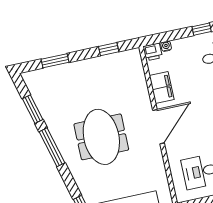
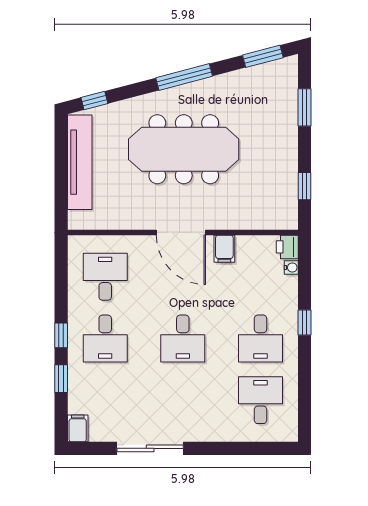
filing cabinet: (162, 88) -> (224, 249), width x0.50
window: (33, 109) -> (263, 56), moved
meeting table: (101, 137) -> (184, 149), width x1.36

